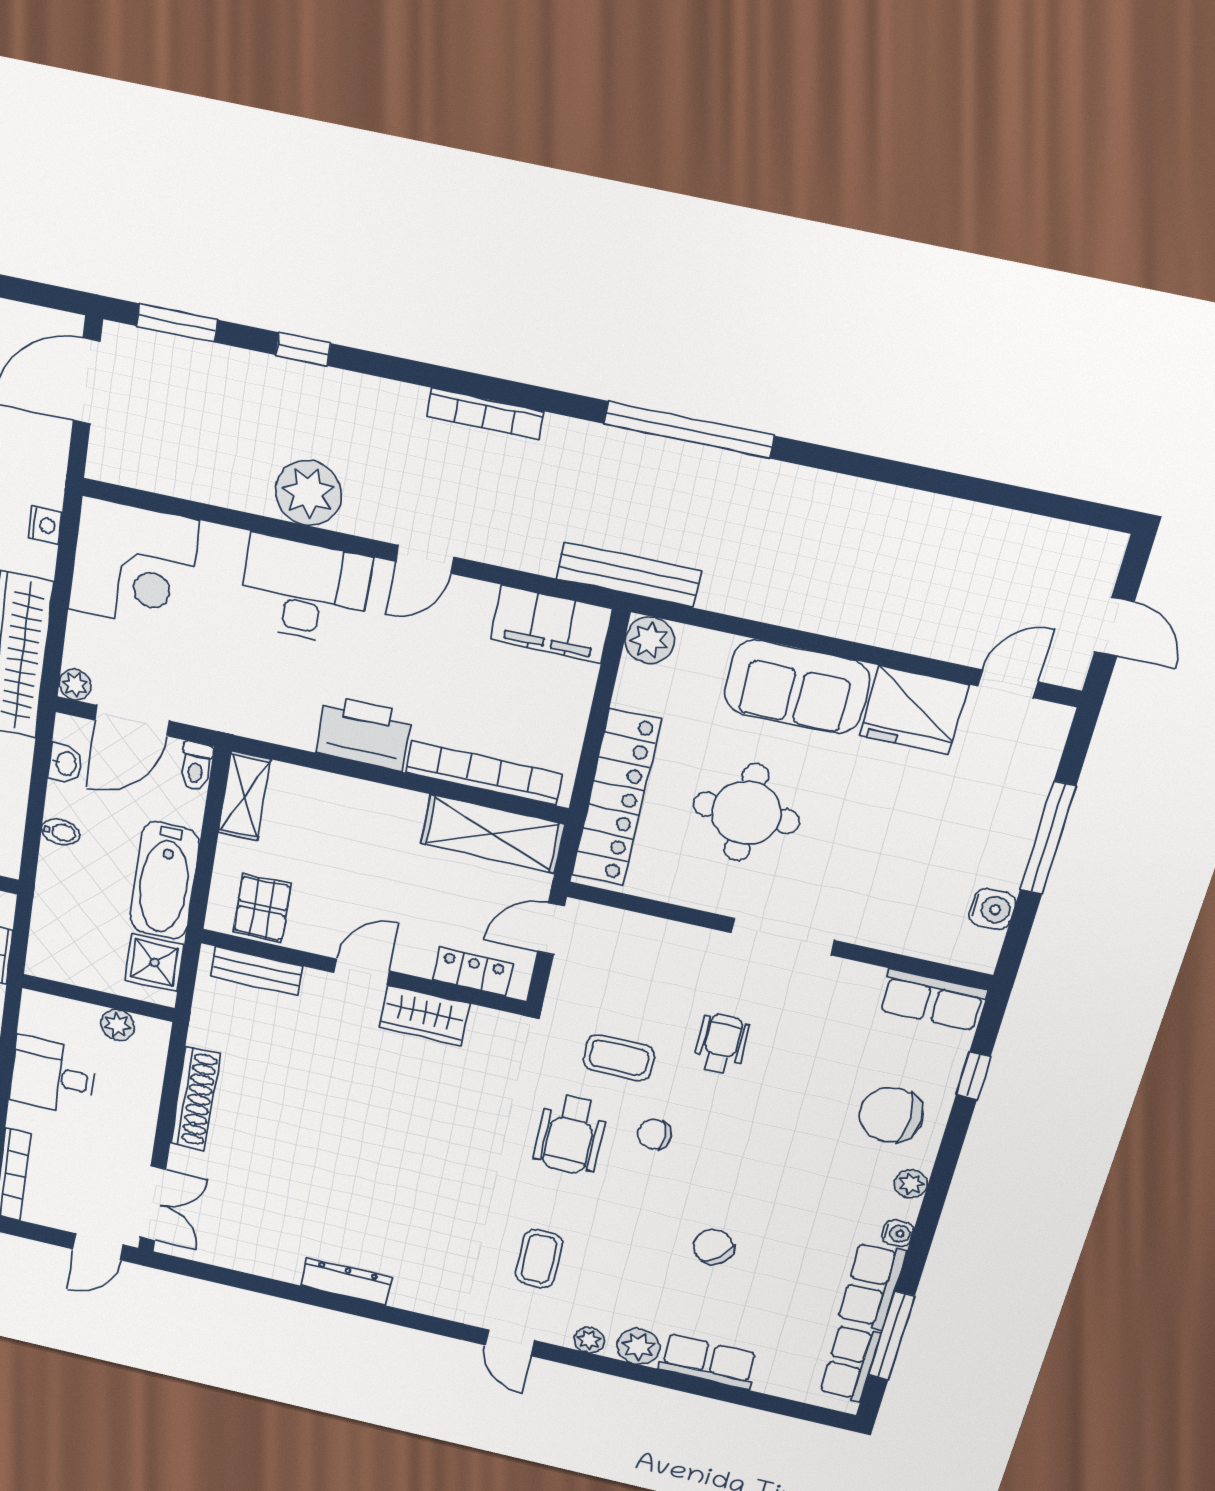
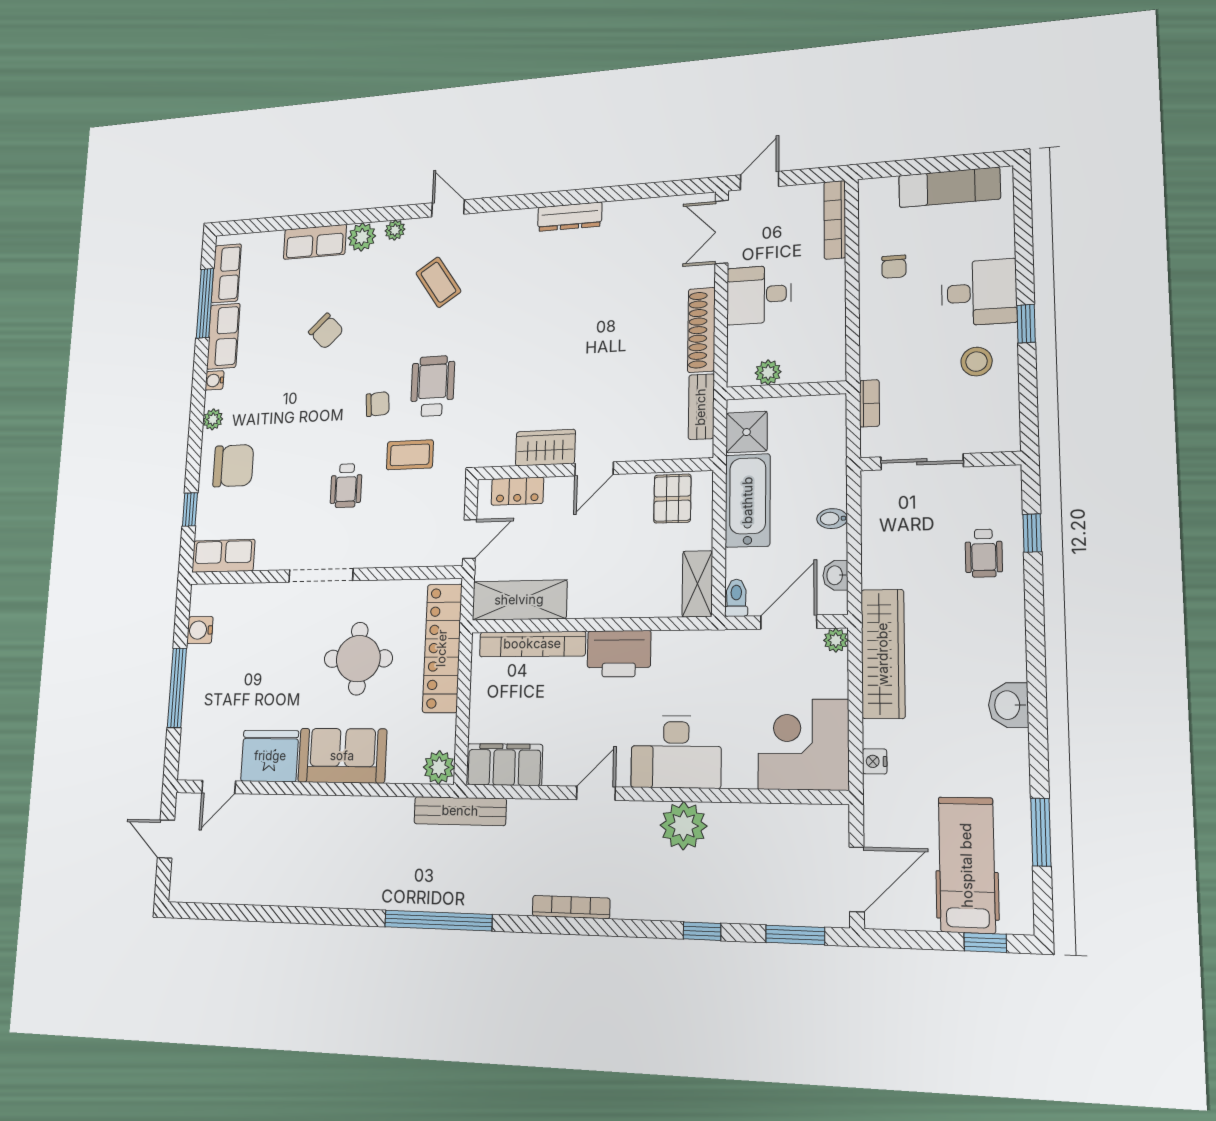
bench: (257, 971) -> (701, 407), moved, turned 90
desk: (53, 1076) -> (759, 295), moved, turned 180
coffee table: (539, 1259) -> (438, 282), turned -34

